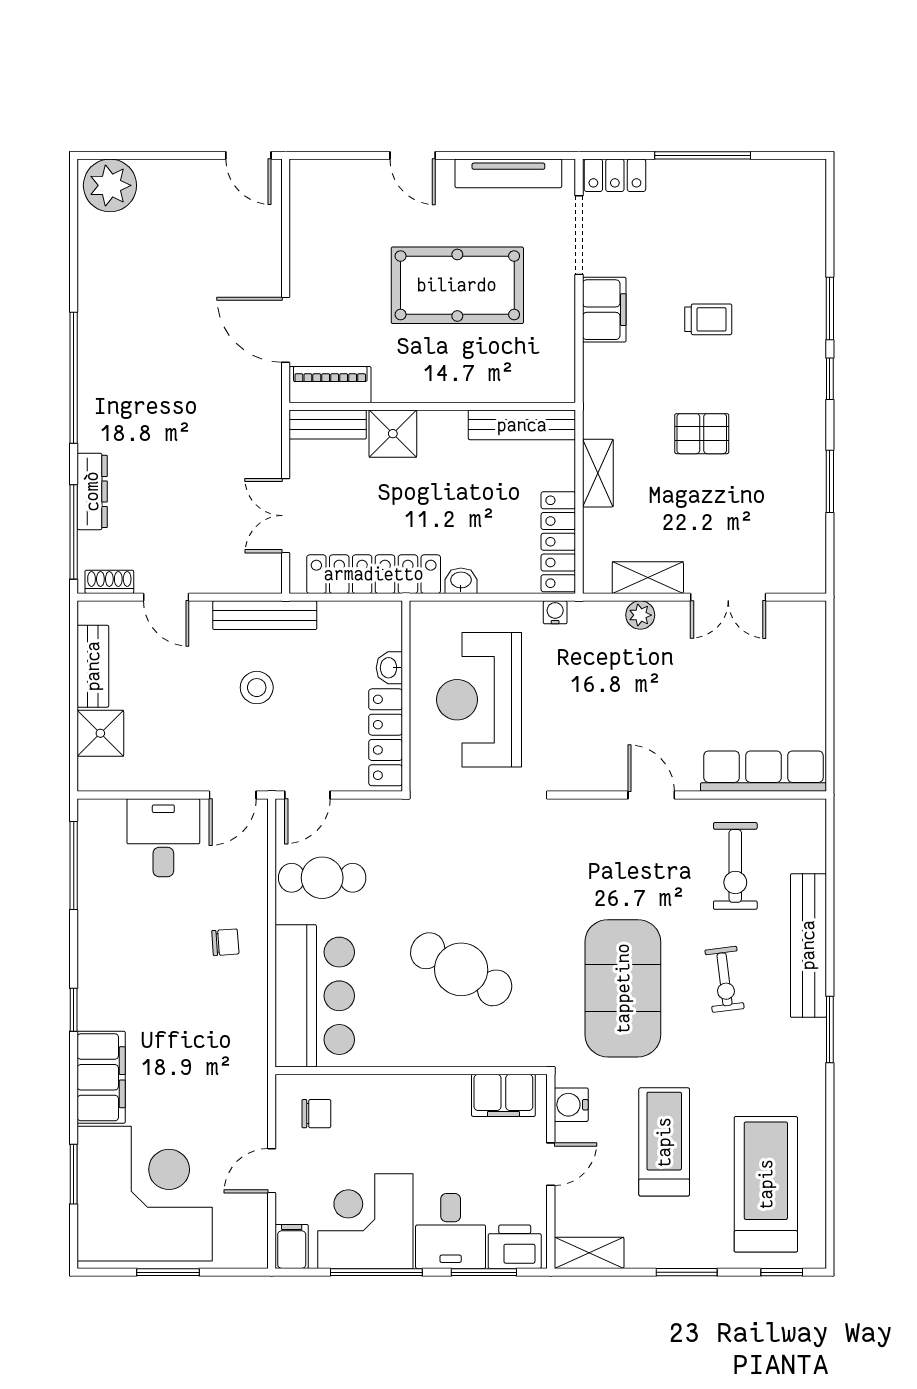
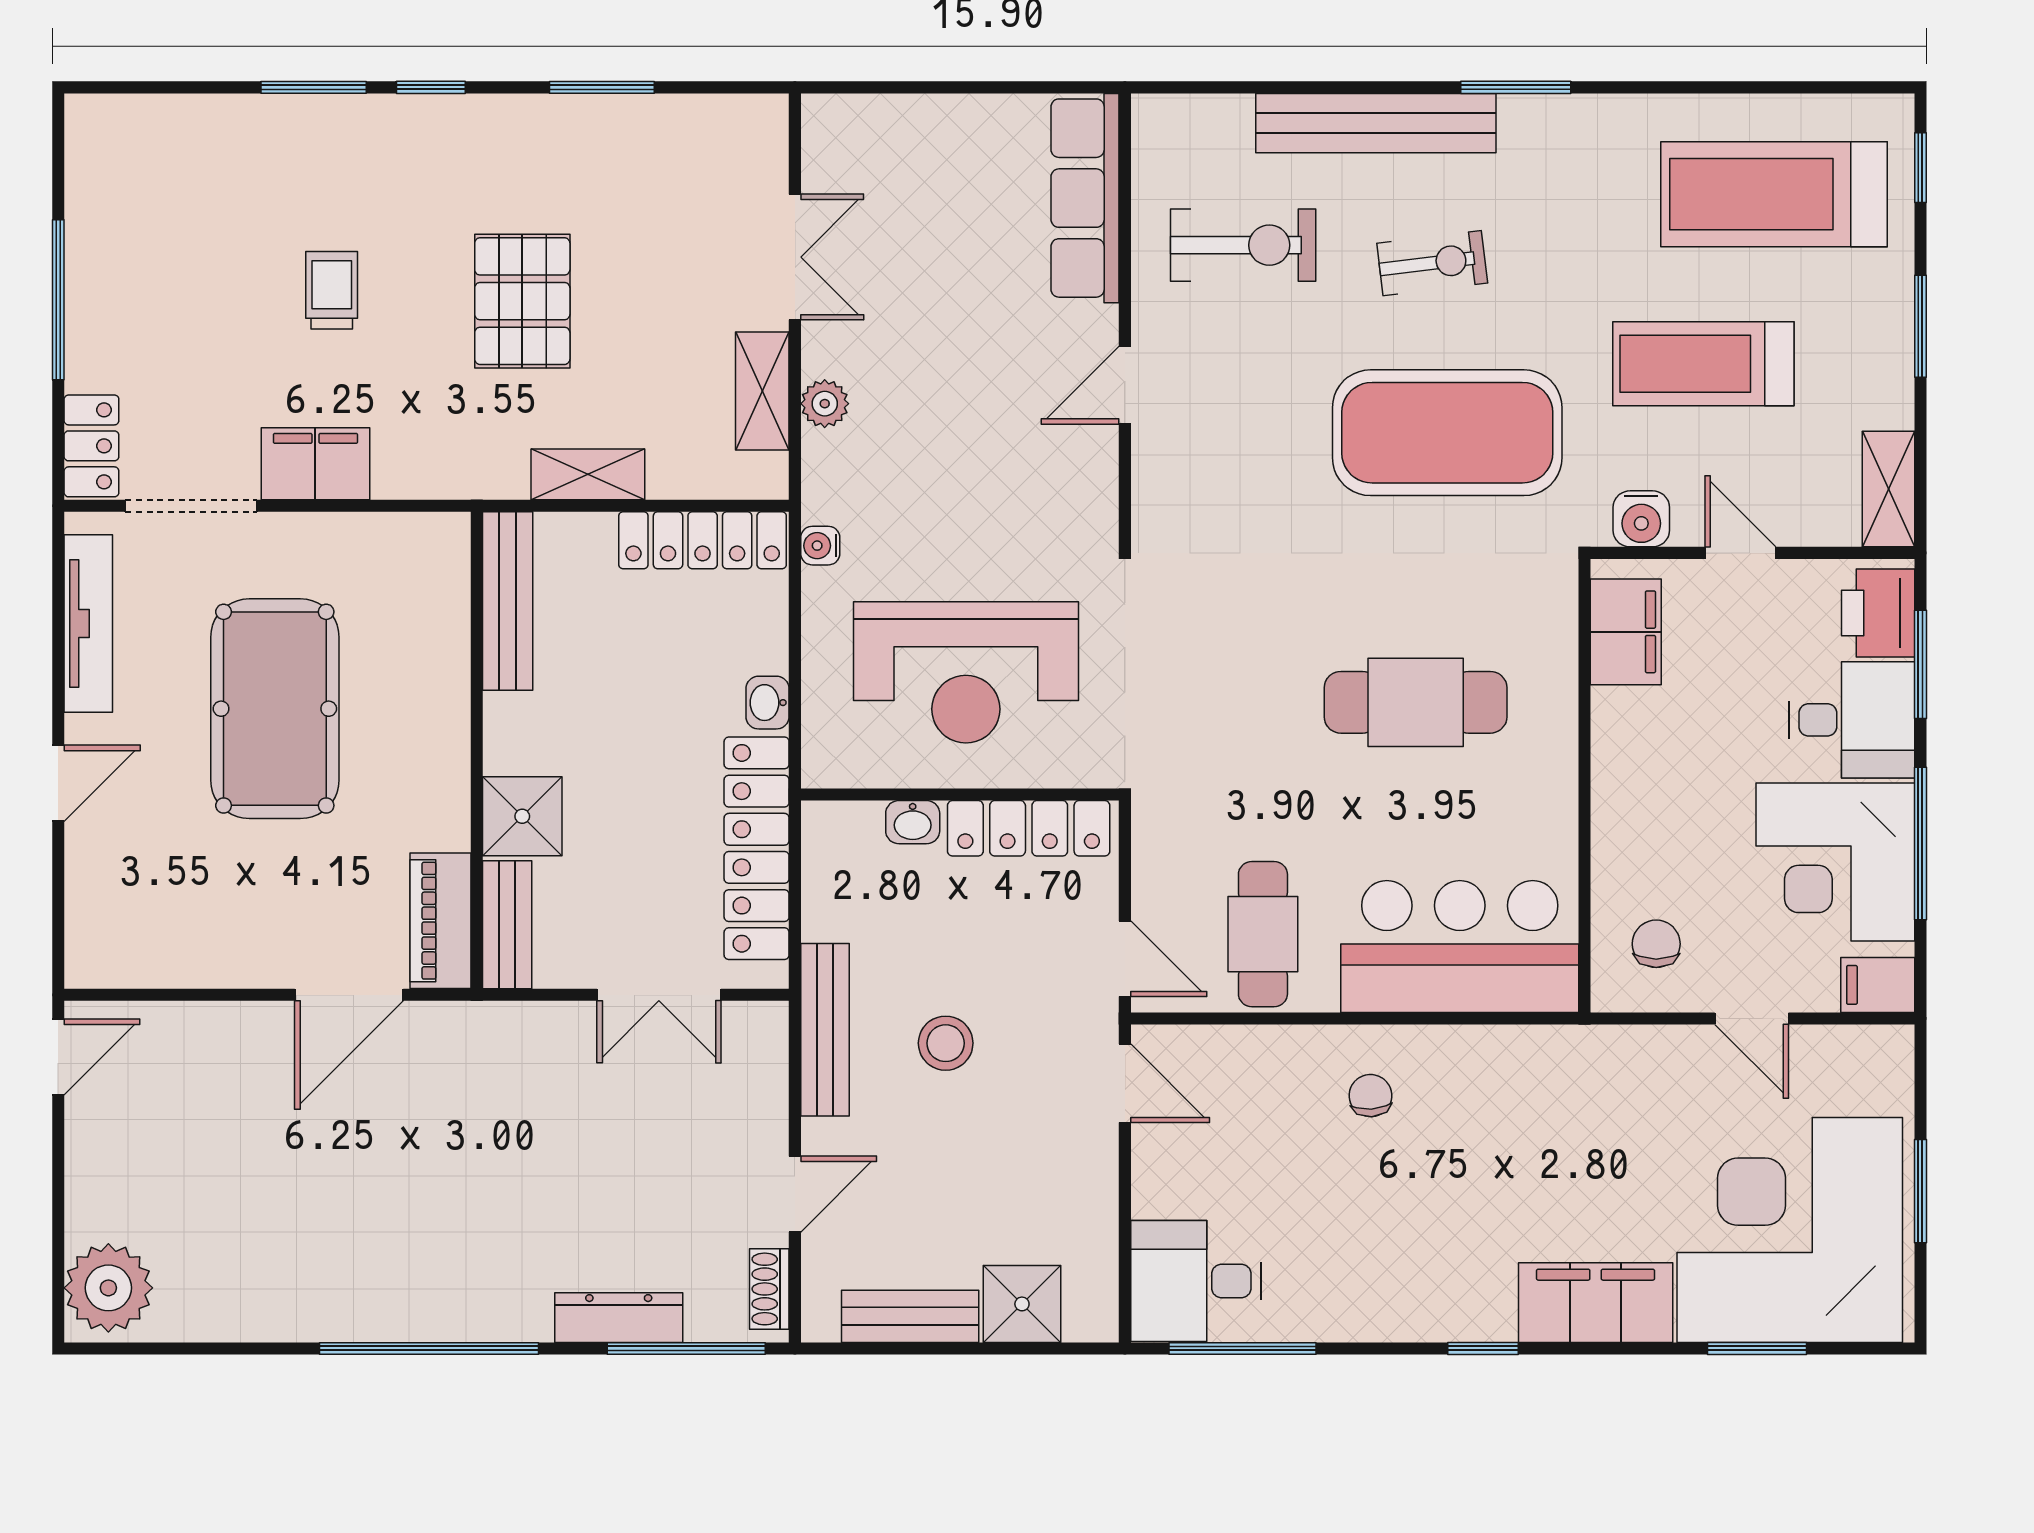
pallet: (702, 434) -> (522, 301), width x1.50, depth x1.42
desk: (163, 838) -> (1196, 1281), moved
cafe table: (461, 969) -> (1416, 702), turned 61

